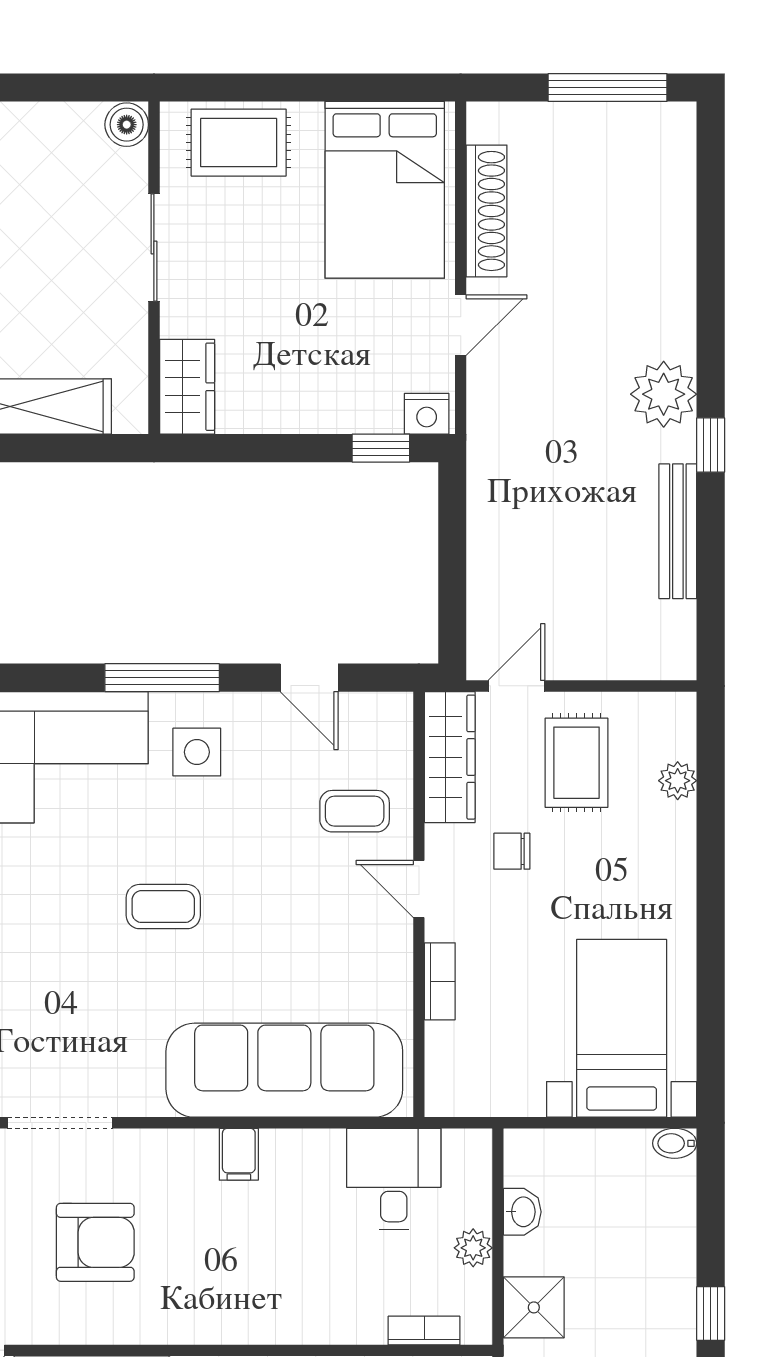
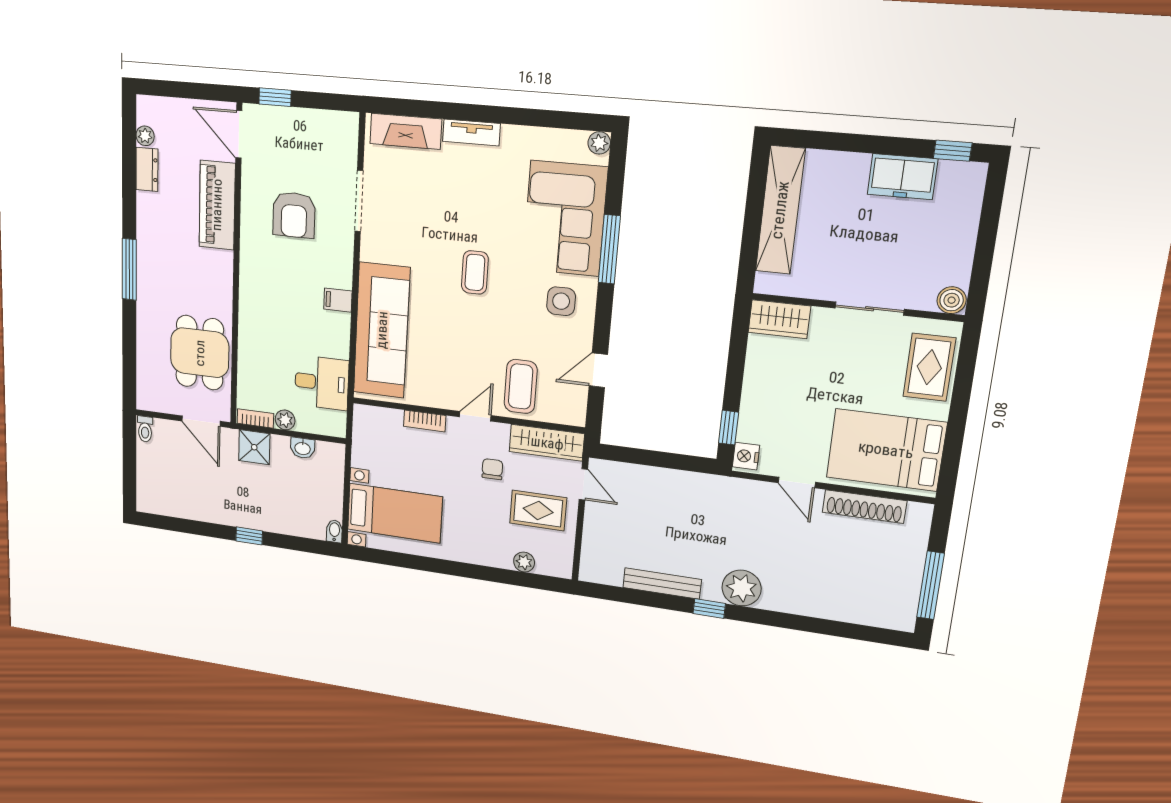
window: (162, 678) -> (609, 249), moved
coffee table: (355, 811) -> (521, 386), width x1.36, depth x1.30
bookcase: (424, 1331) -> (255, 418), moved, turned -90

